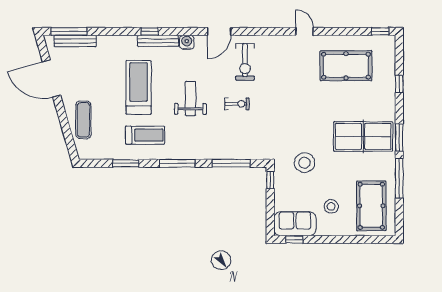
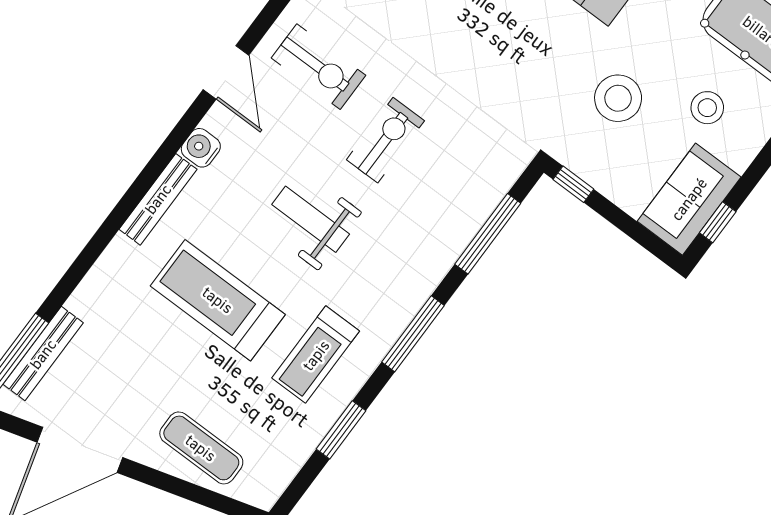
window: (150, 31) -> (129, 202), removed
exercise bike: (237, 104) -> (385, 140), width x1.38, depth x1.39
treadmill: (145, 135) -> (316, 355), turned 180
stool: (305, 163) -> (618, 98), moved

